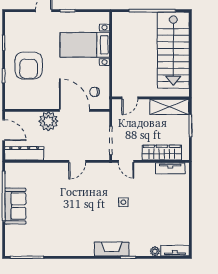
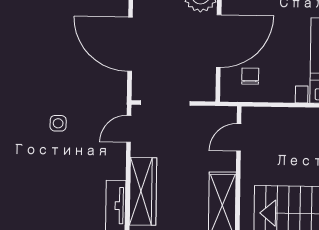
door: (130, 98) -> (239, 137), hinge flipped
door: (77, 161) -> (130, 44), width x1.88

